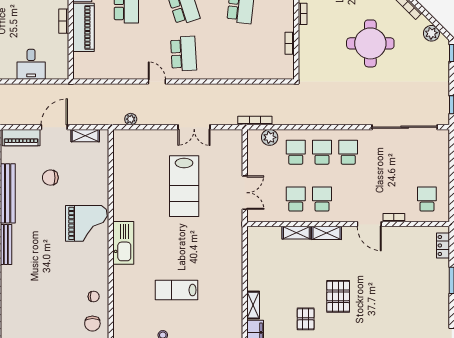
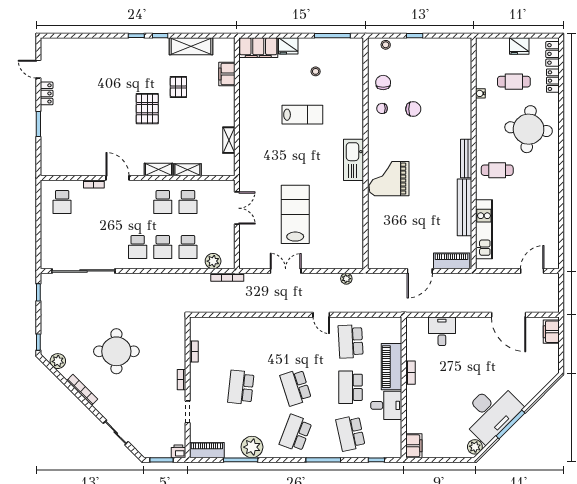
school desk: (184, 54) -> (351, 341), moved
shelving: (85, 136) -> (390, 263), removed
chair: (50, 178) -> (413, 109), moved
double door: (245, 193) -> (237, 208), swing flipped
locker: (443, 245) -> (47, 93), moved
shelving: (253, 305) -> (229, 140), moved

